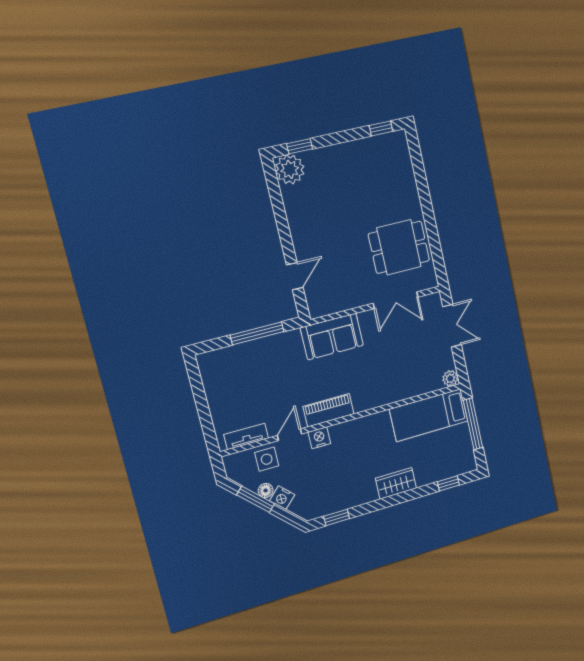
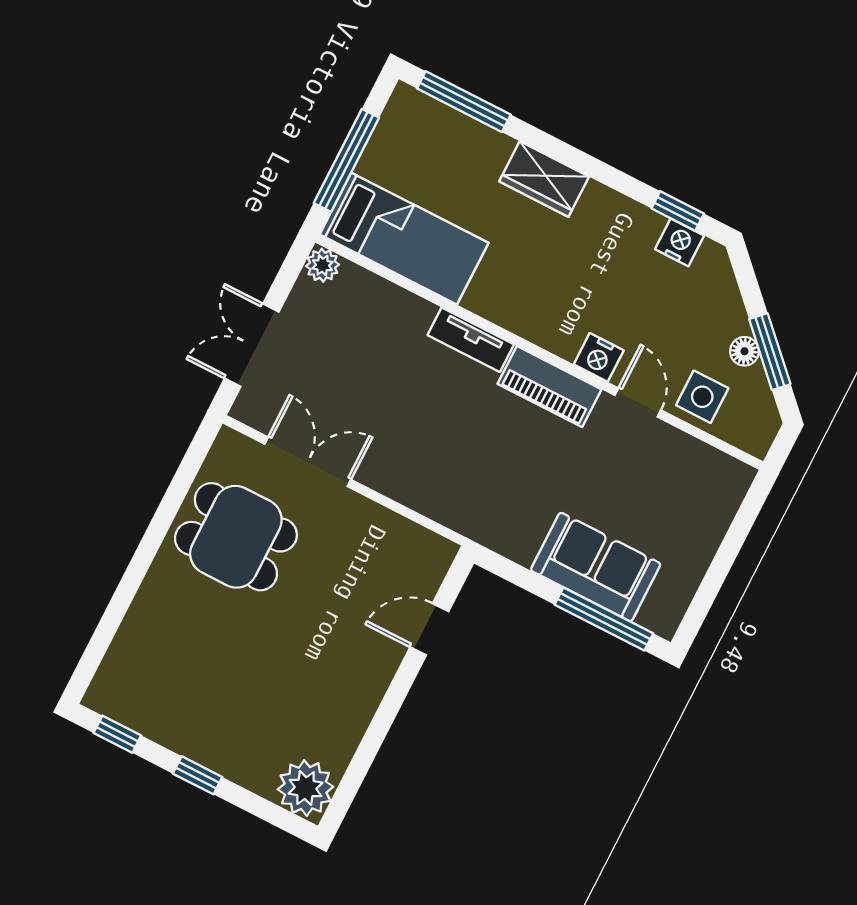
window: (300, 146) -> (198, 775), moved
window: (257, 333) -> (604, 619), moved
sofa: (332, 337) -> (596, 567), moved
door: (290, 435) -> (638, 403), swing flipped
tv unit: (246, 436) -> (471, 340), moved
window: (448, 483) -> (464, 102), width x2.17
nightstand: (282, 498) -> (679, 242), moved, turned -45

